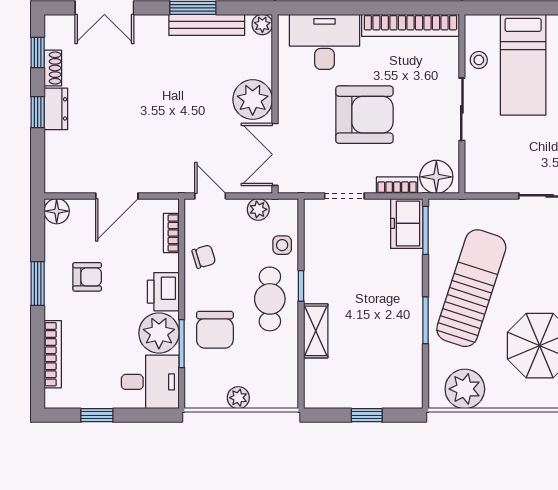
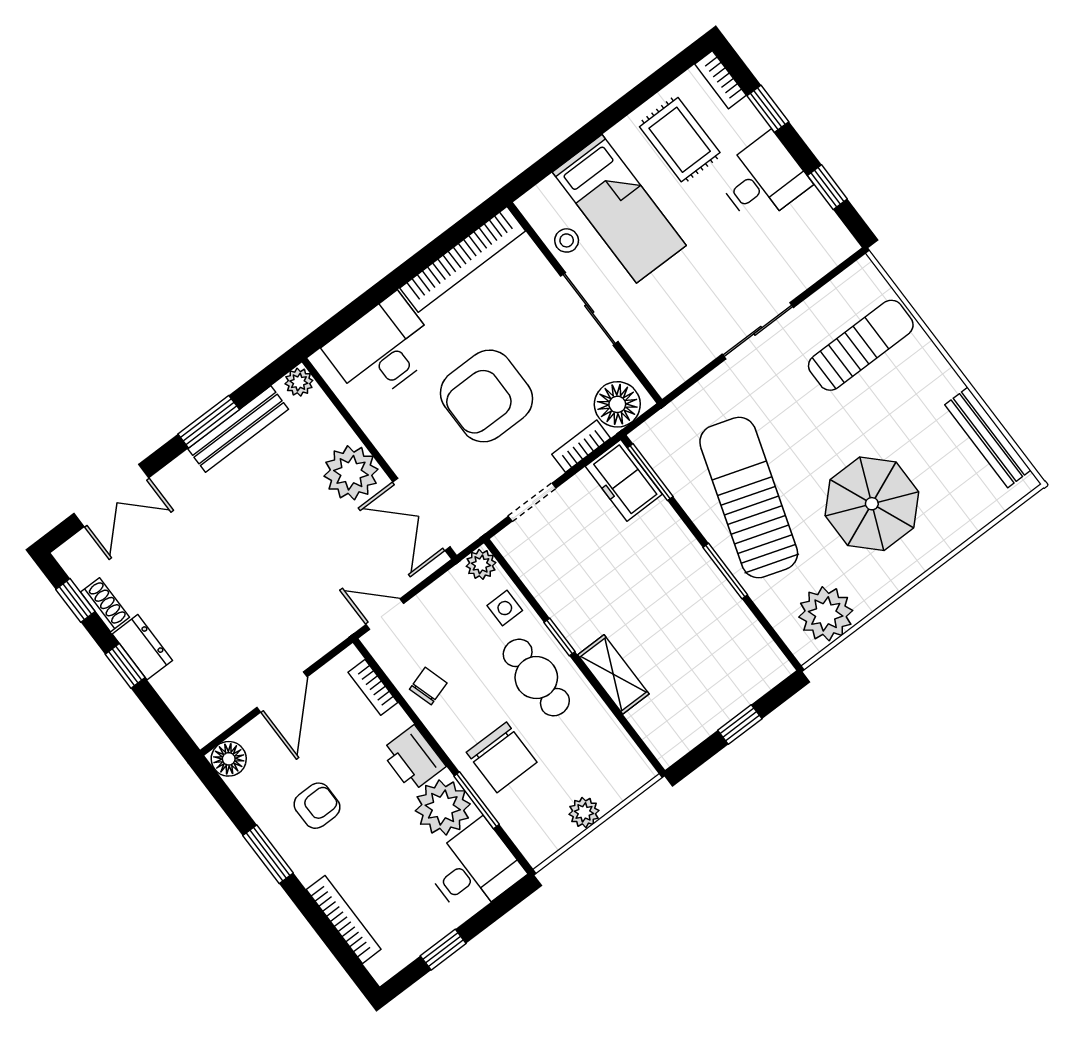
armchair: (364, 115) -> (486, 396), turned 180
plant: (258, 209) -> (481, 564), moved

